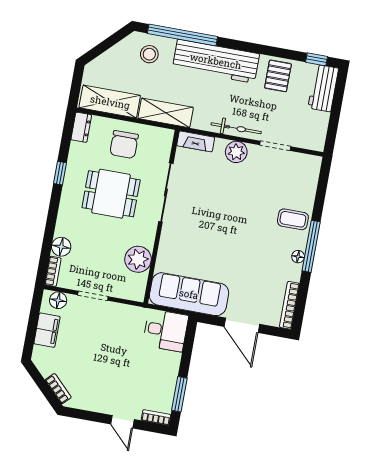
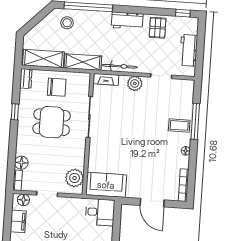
workbench: (216, 61) -> (127, 21), width x0.53, depth x0.76
workbench: (323, 88) -> (189, 50), moved
bicycle: (236, 128) -> (120, 66), moved
chair: (124, 145) -> (57, 87), turned -90
window: (311, 246) -> (195, 121), moved
plant: (138, 259) -> (75, 178), moved
sofa: (189, 294) -> (106, 185), width x0.73

